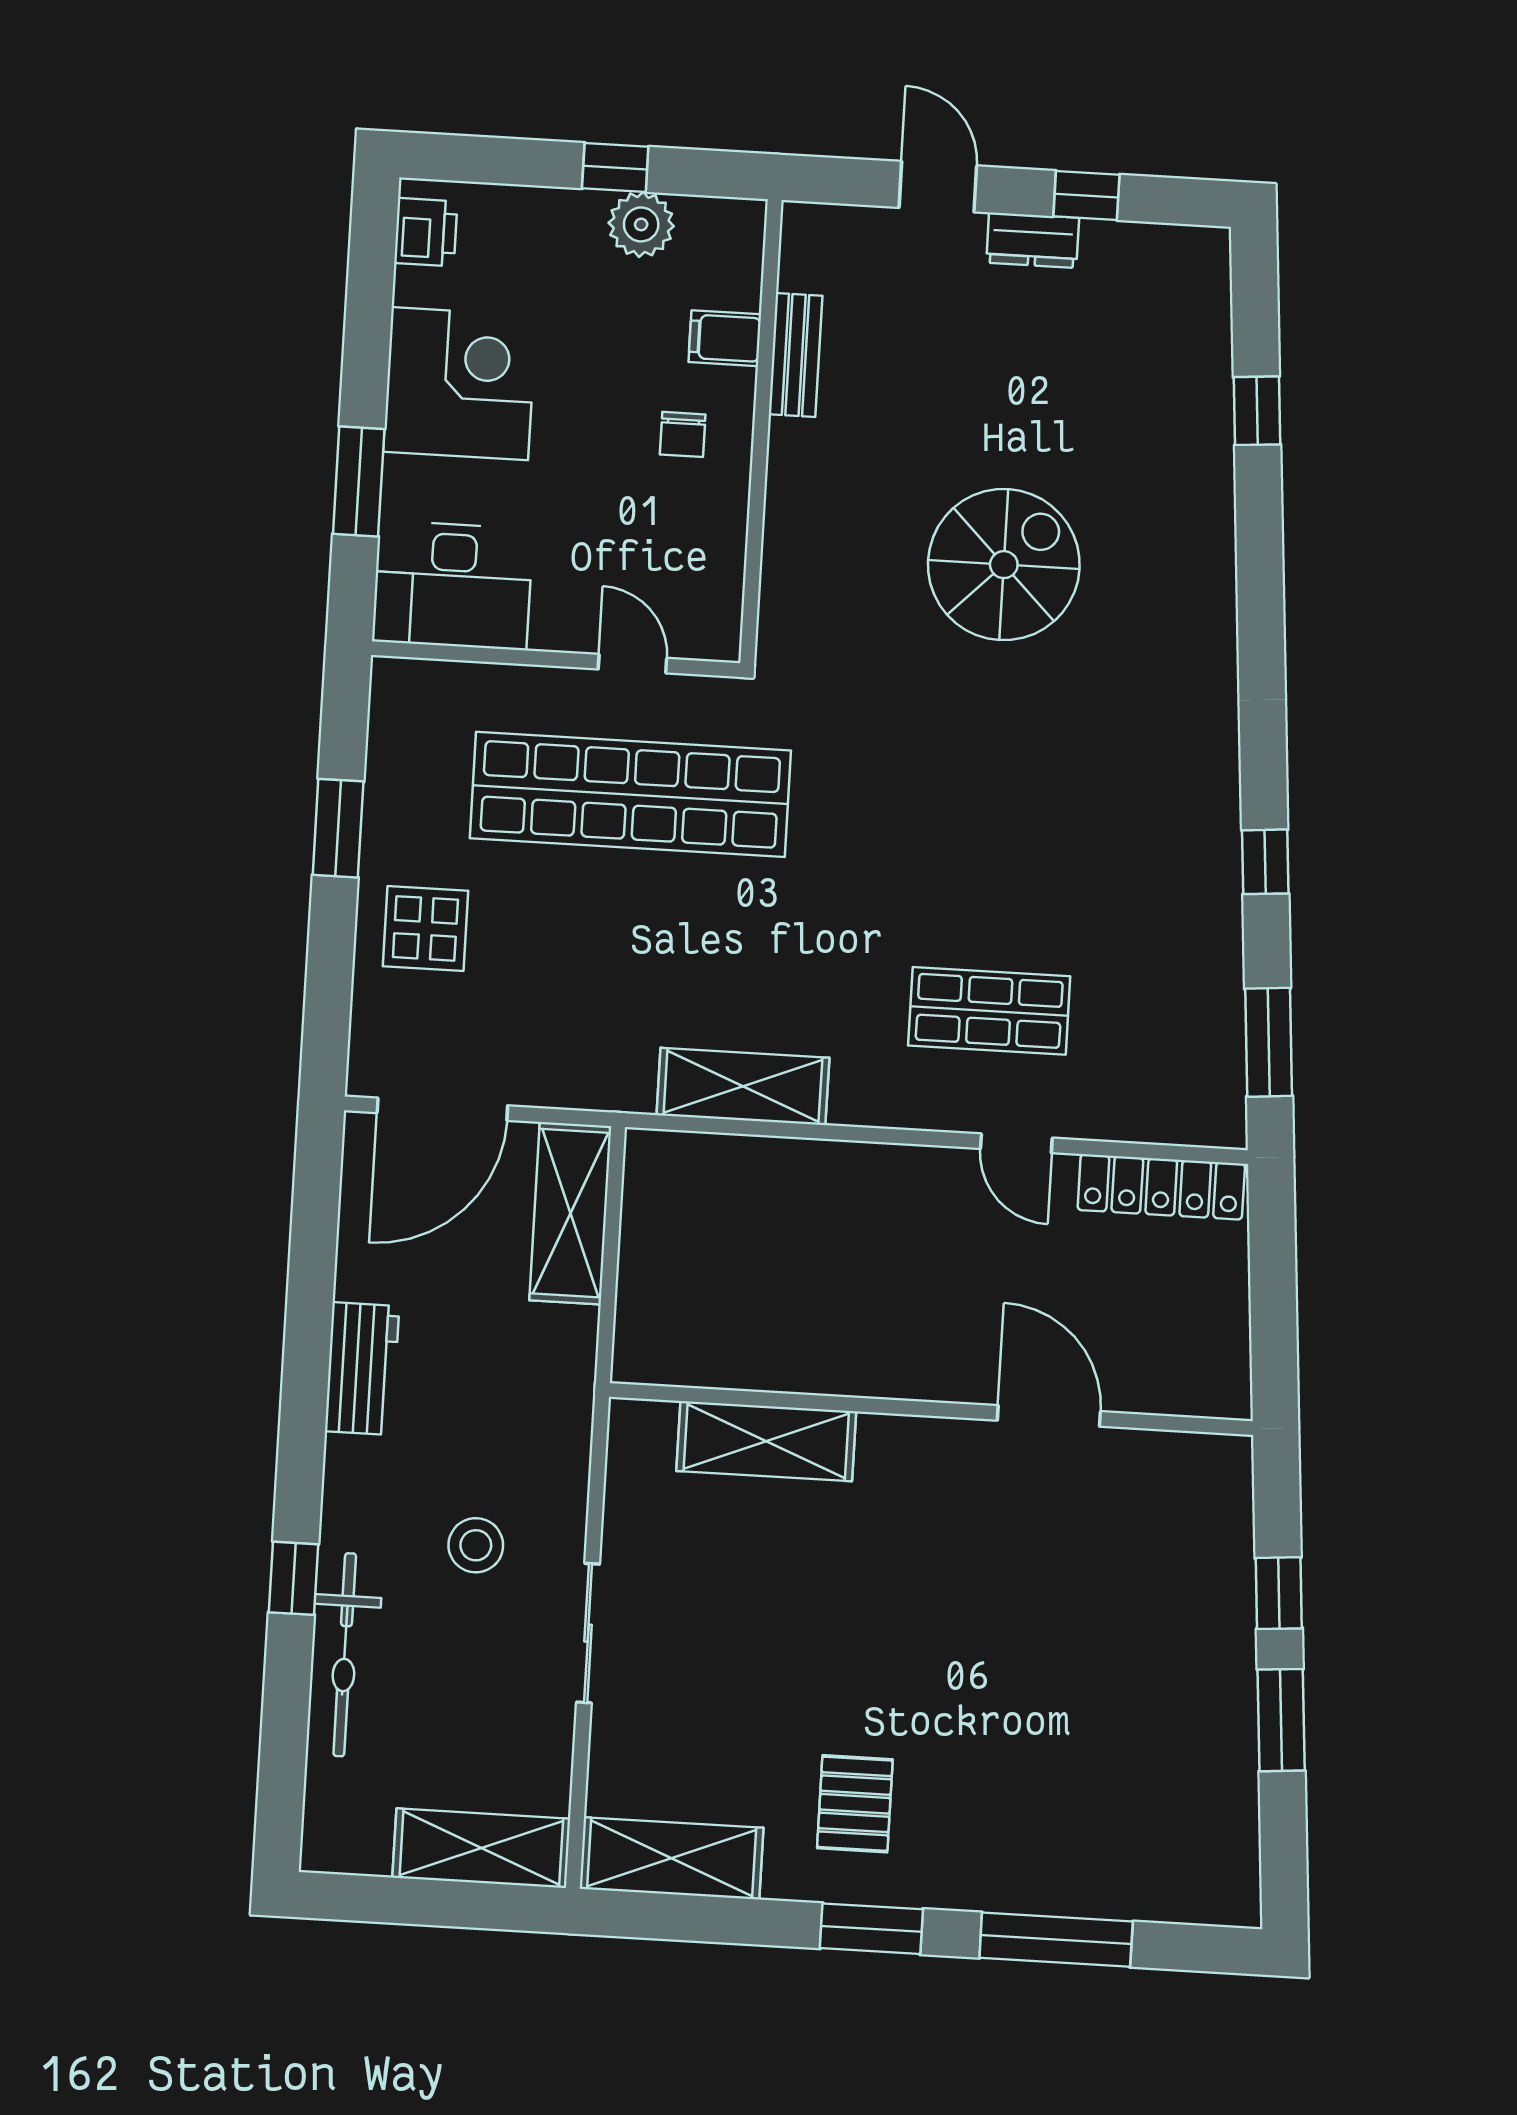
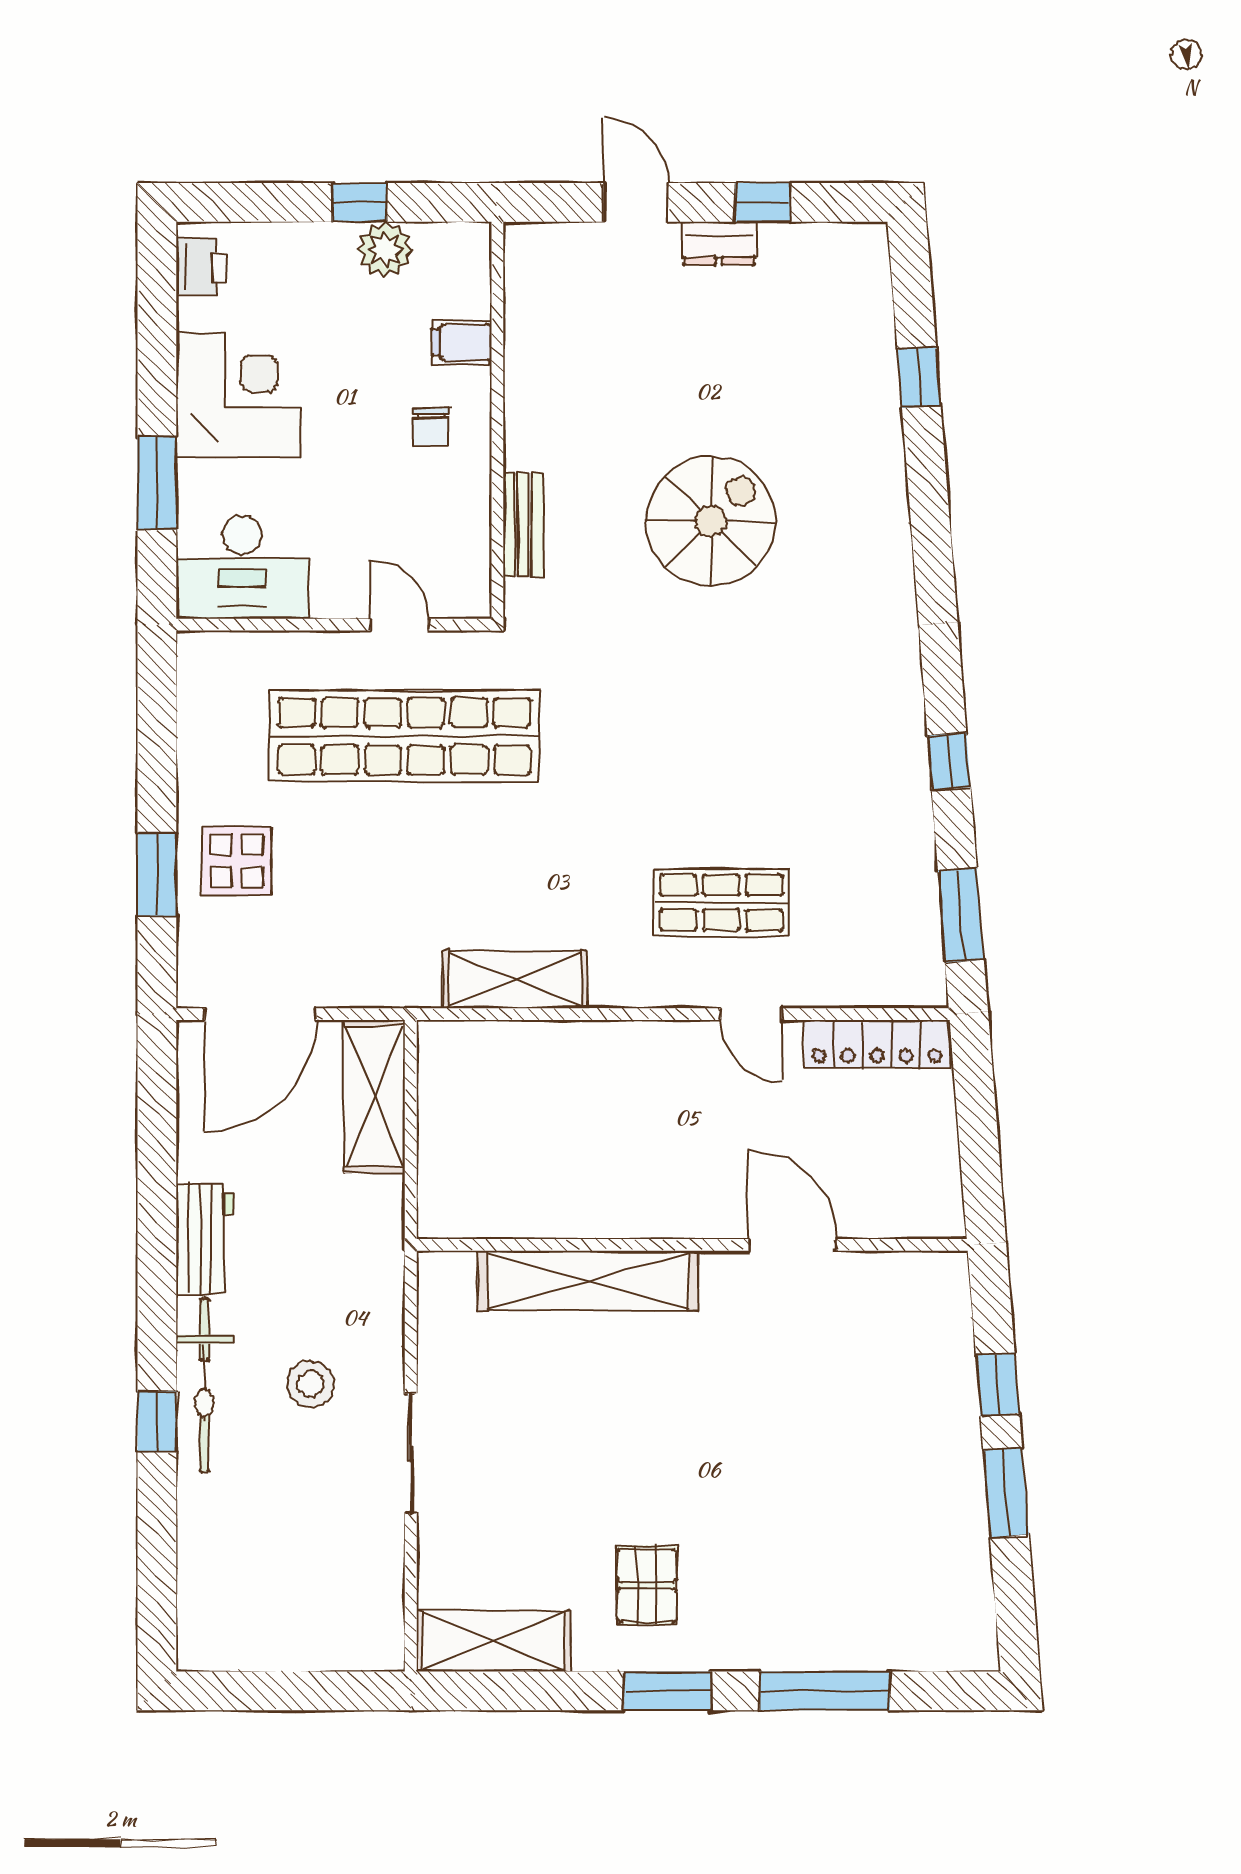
bench: (796, 355) -> (523, 525), moved
window: (338, 828) -> (157, 875), moved
shelving: (766, 1441) -> (588, 1281), width x1.47
bicycle: (345, 1655) -> (204, 1385), moved
shelving: (481, 1848) -> (331, 1642), removed

